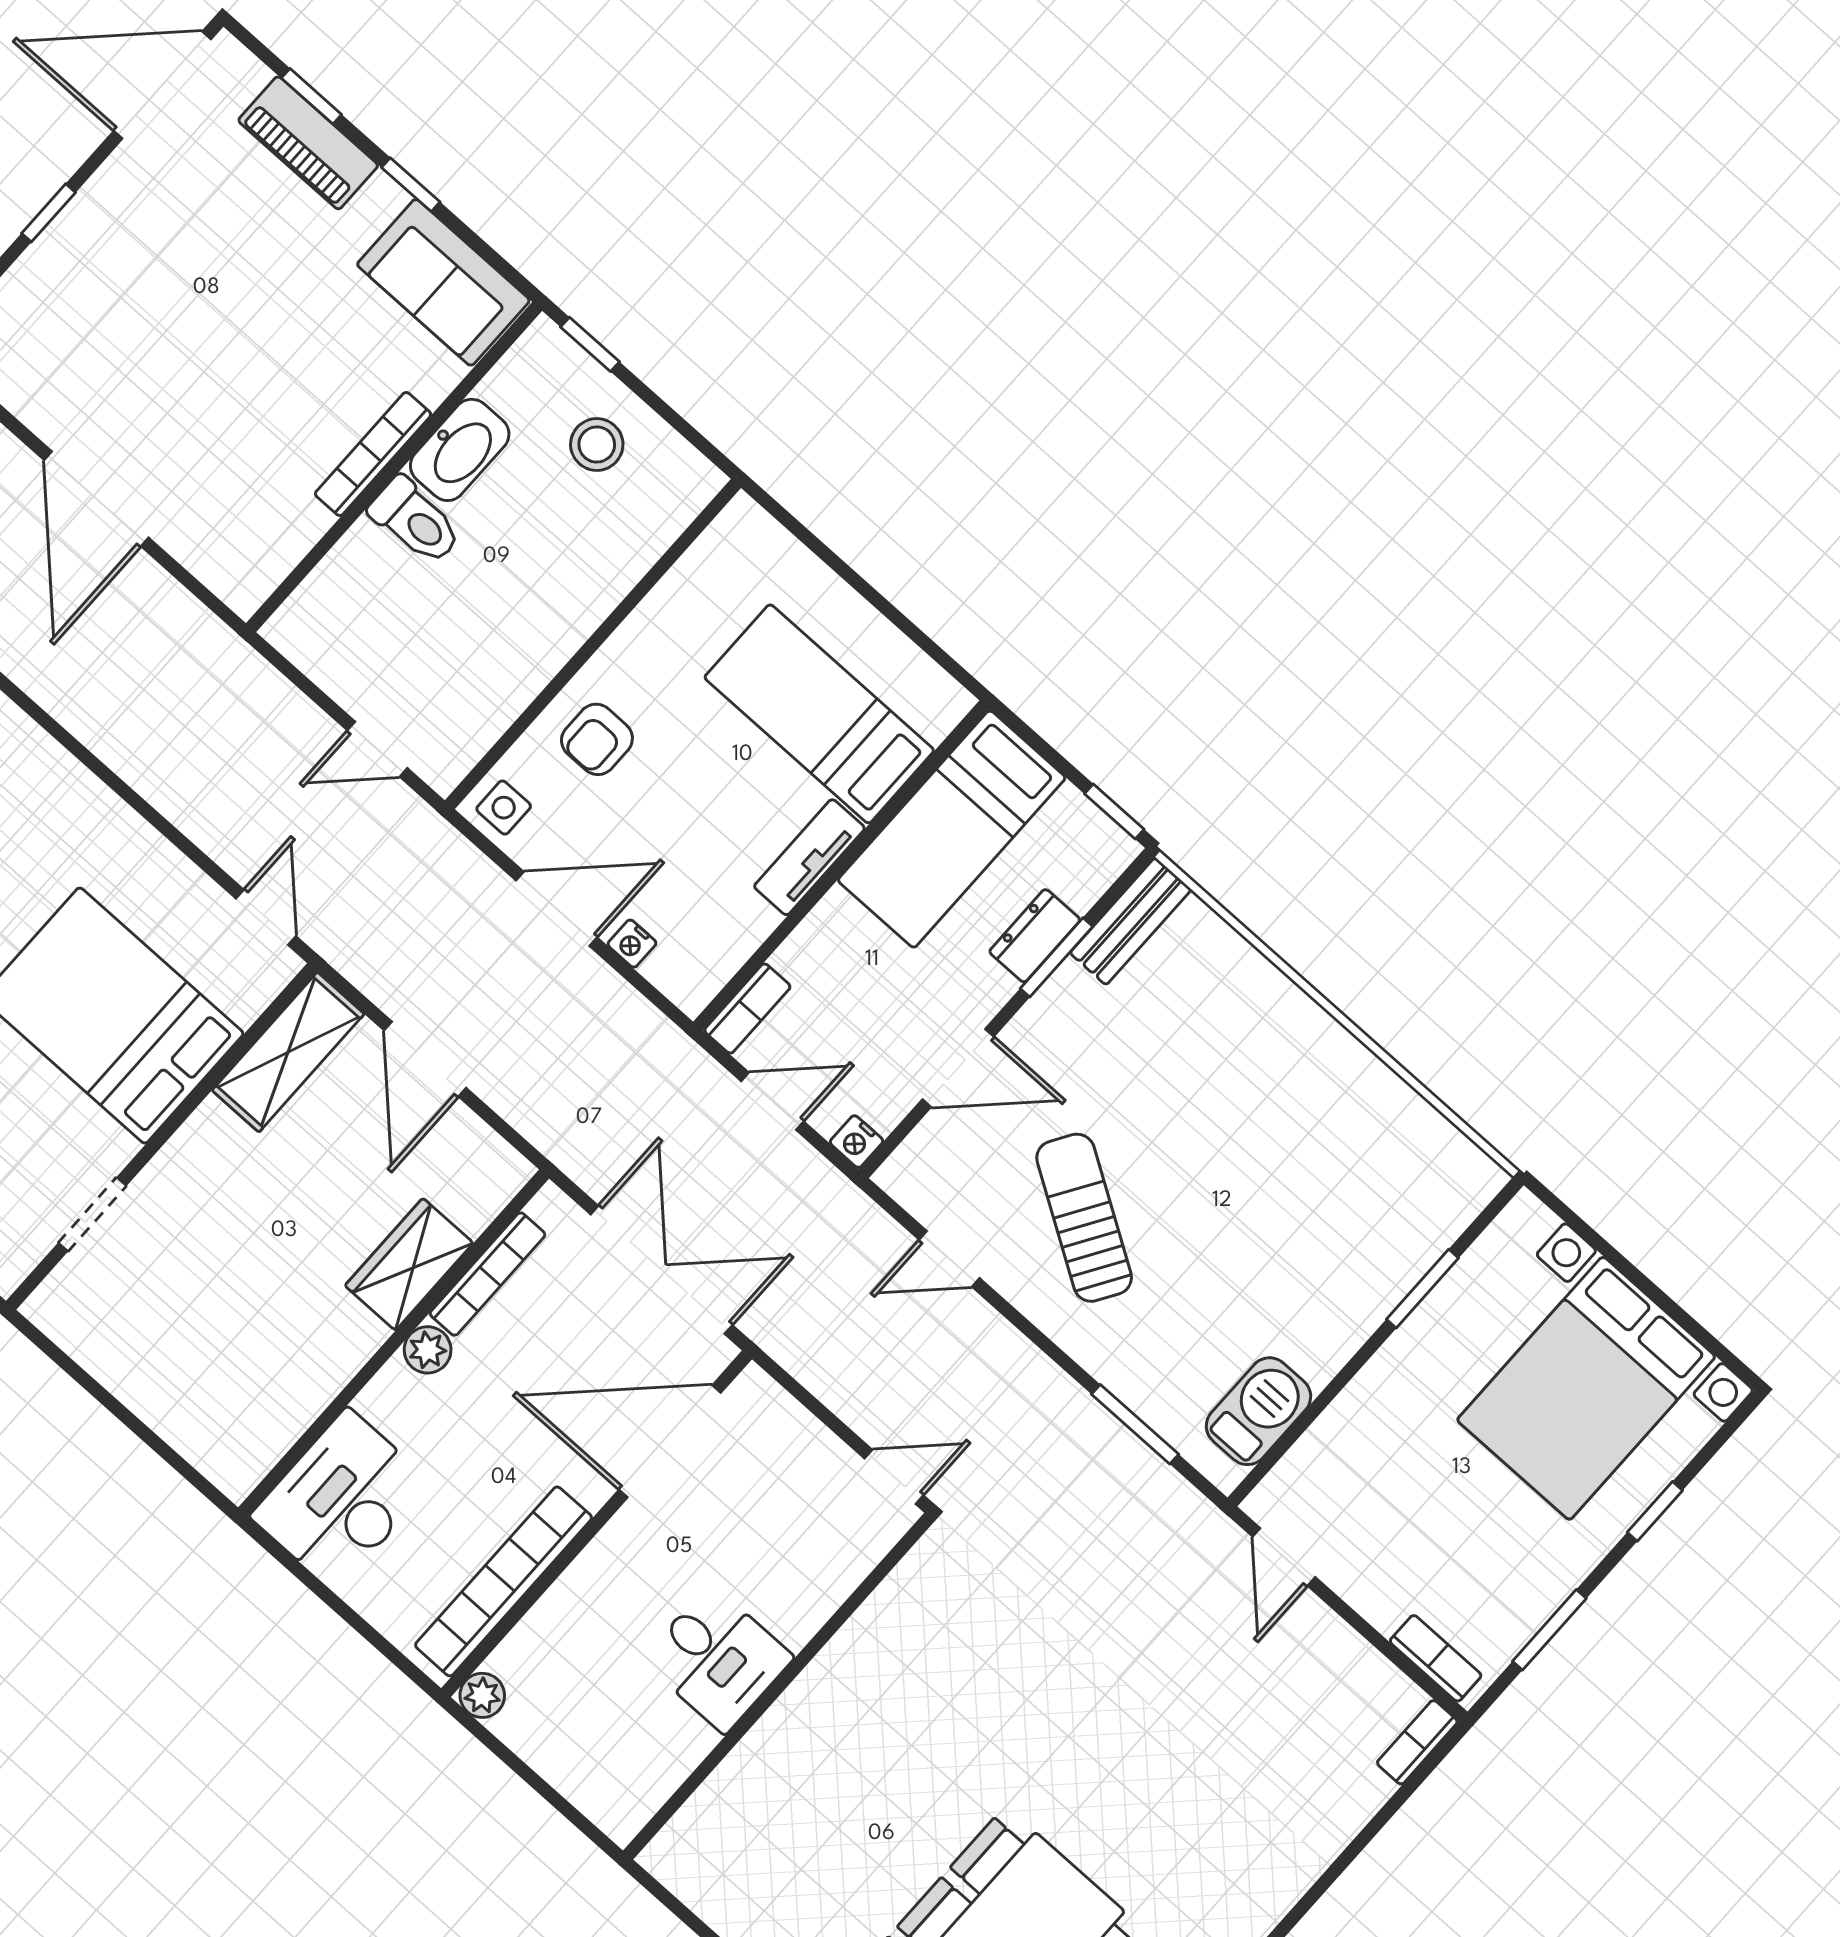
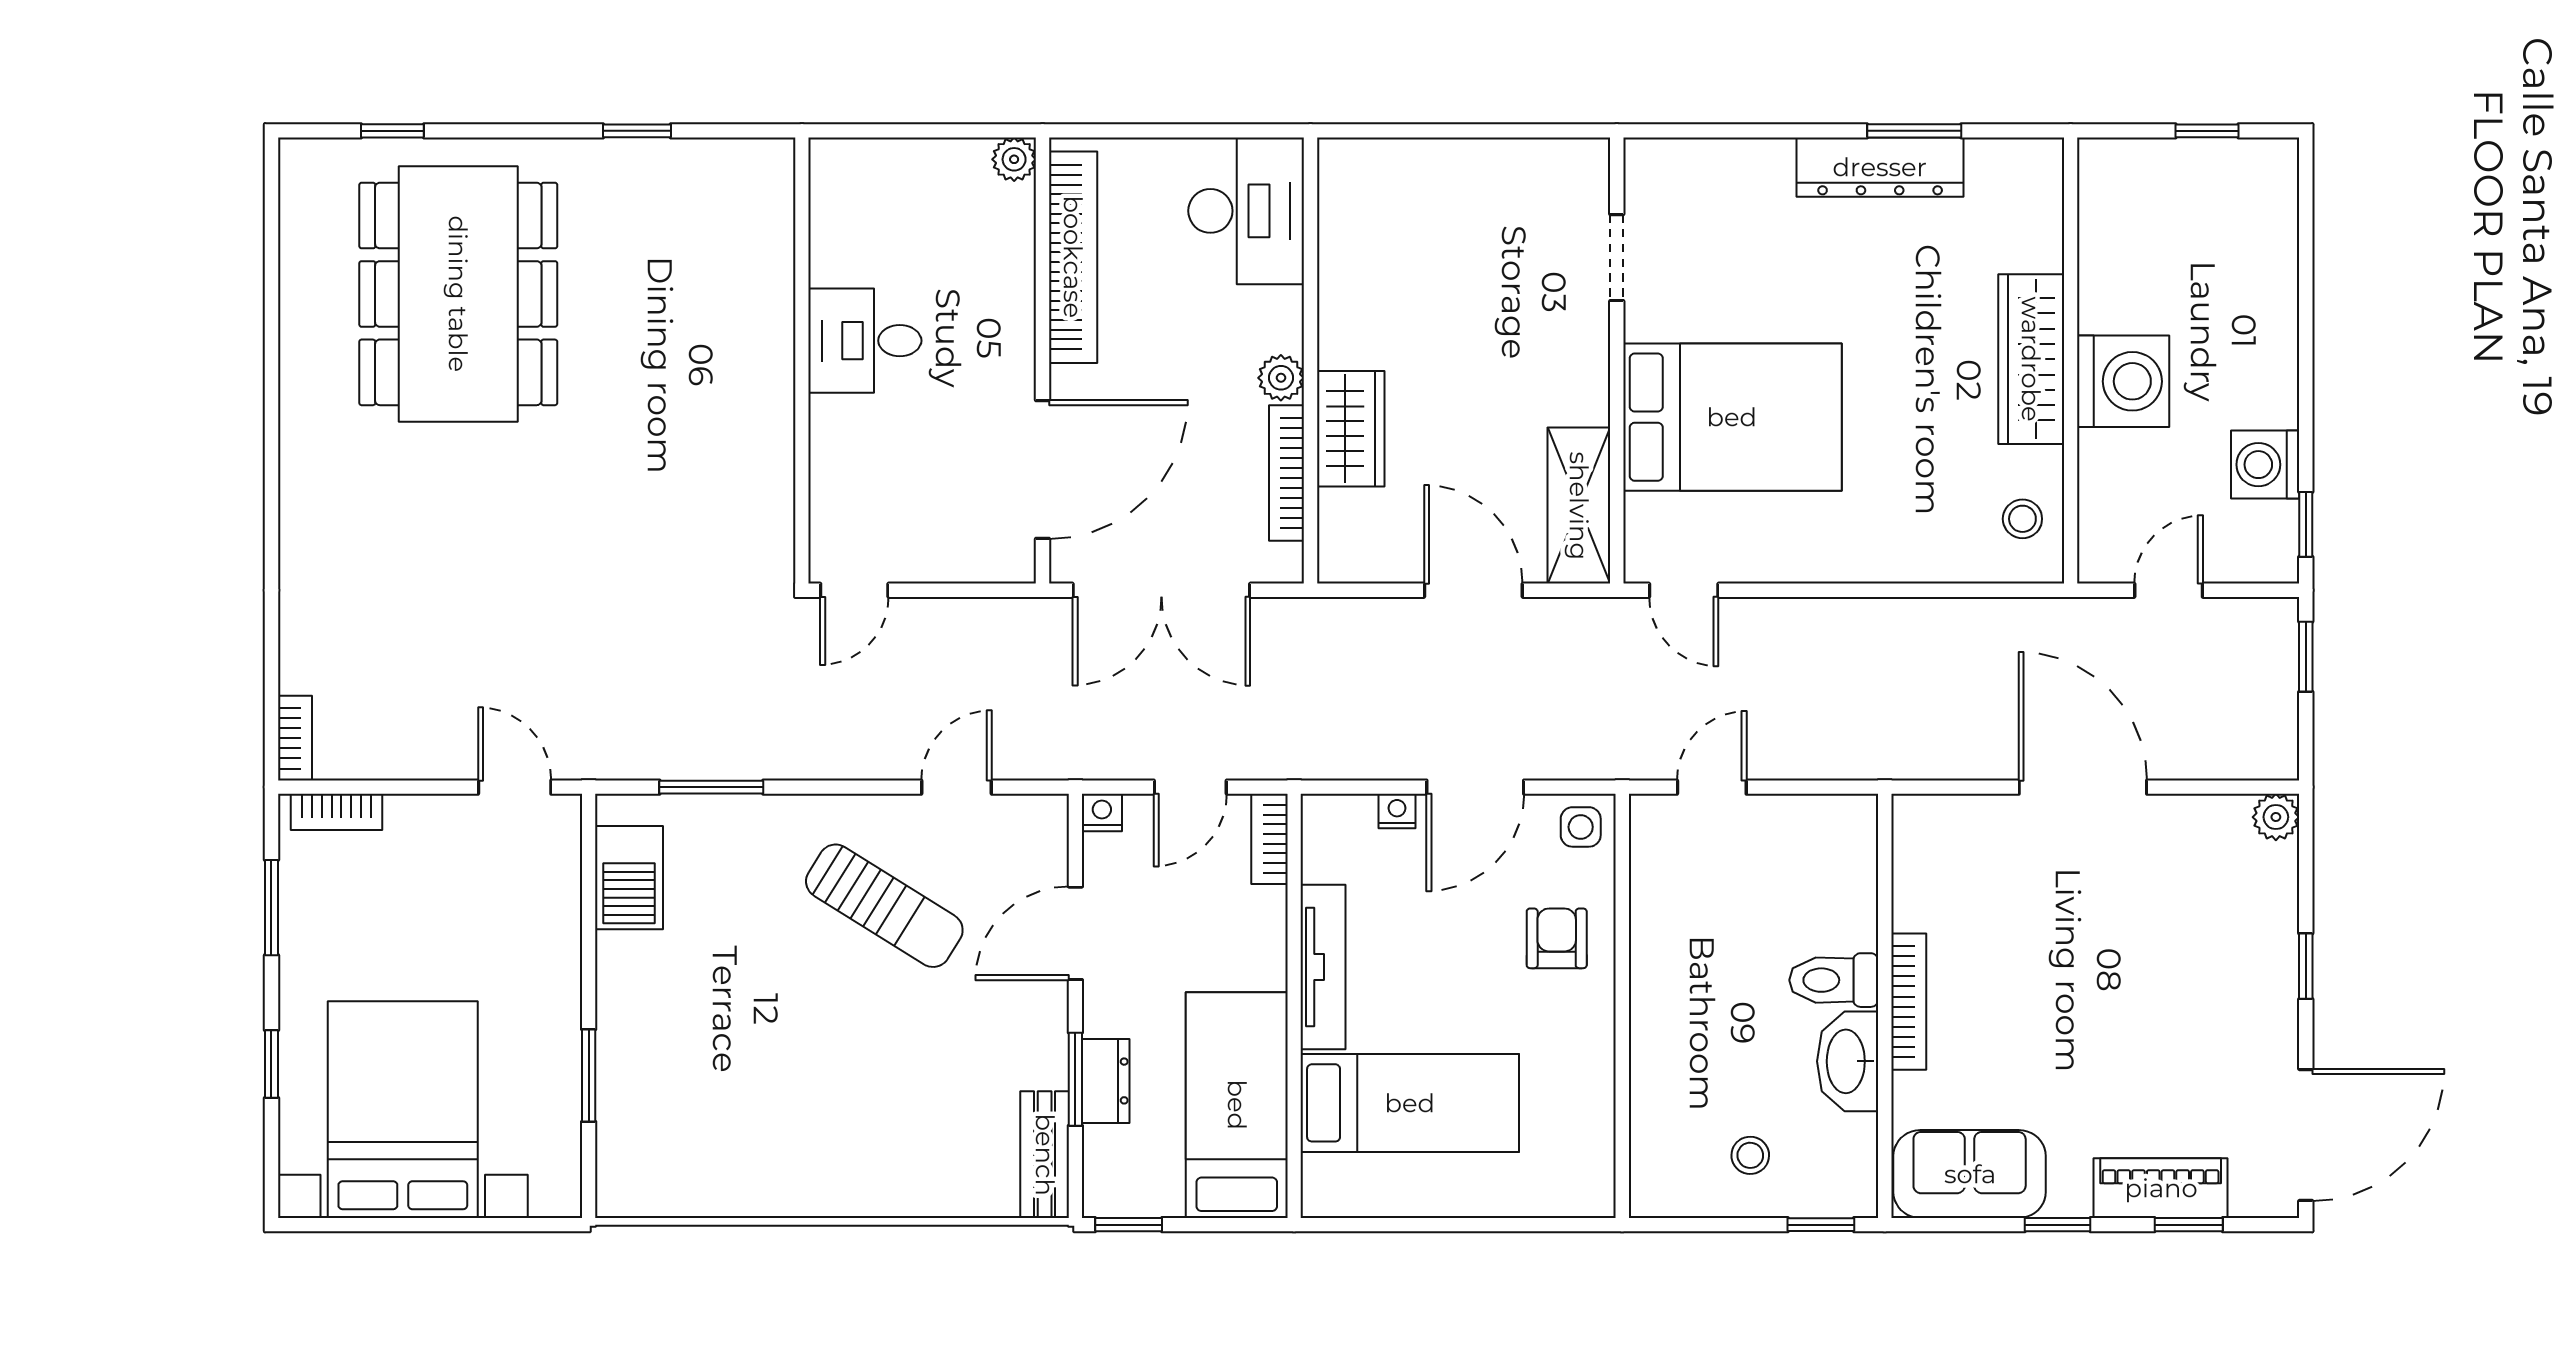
stool: (597, 444) -> (1750, 1155), width x0.73, depth x0.73
tv unit: (809, 857) -> (1323, 967), width x1.41

